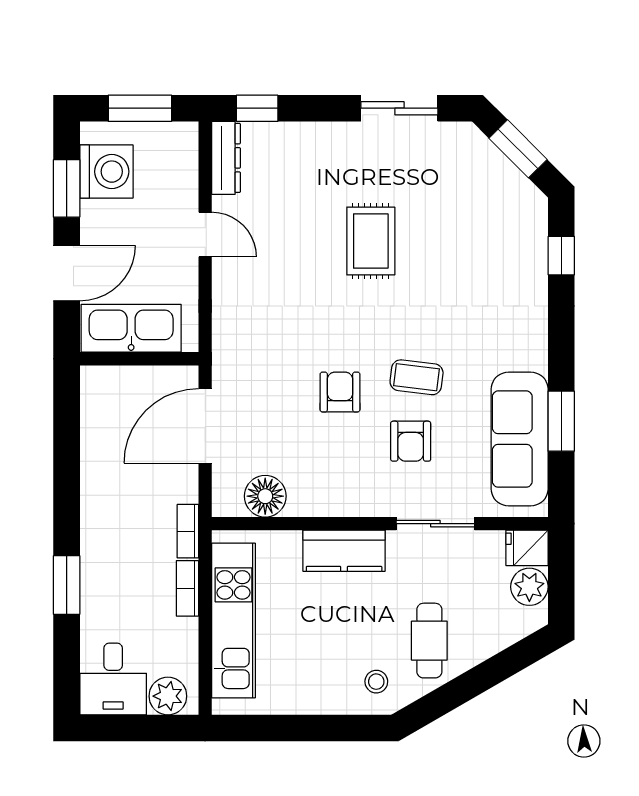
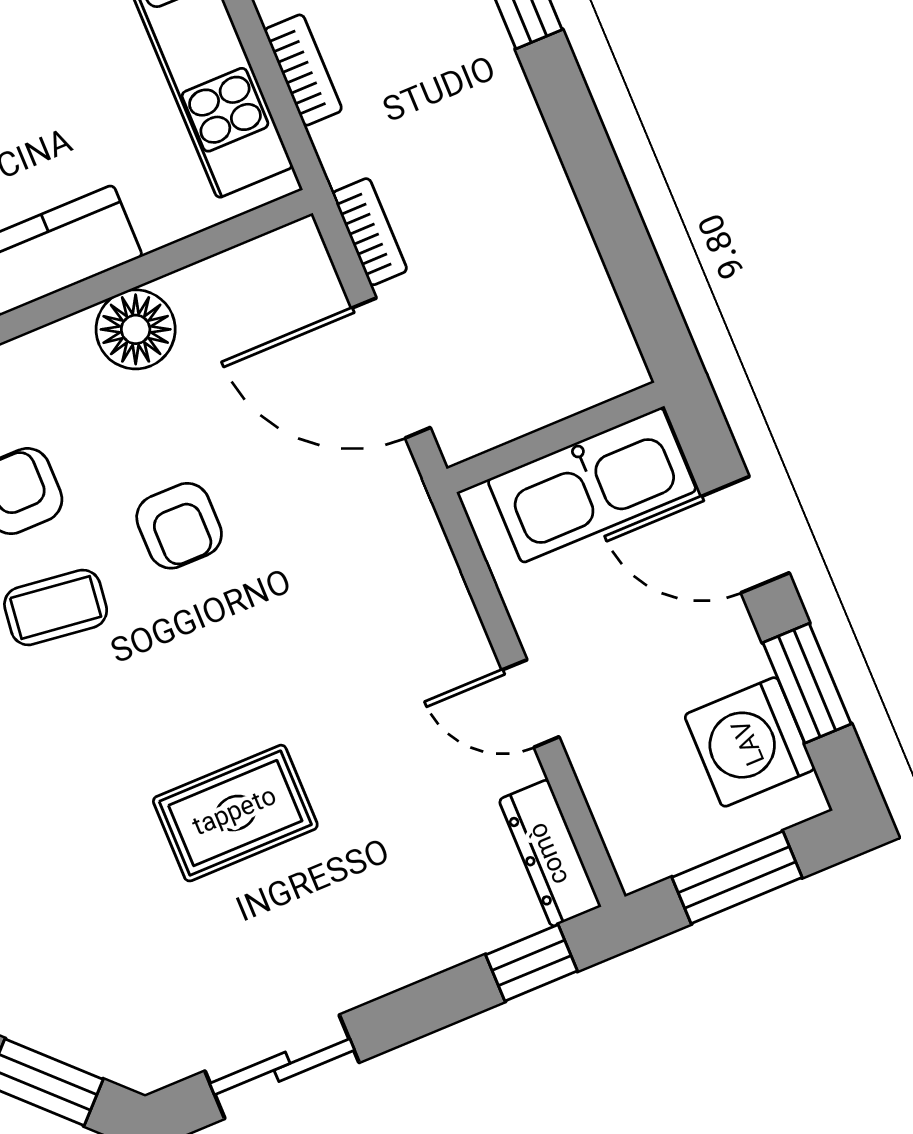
rug: (371, 241) -> (235, 813), turned 90
door: (67, 273) -> (745, 535), hinge flipped
door: (205, 426) -> (391, 368), swing flipped
floor lamp: (265, 496) -> (136, 329), moved
bookcase: (188, 531) -> (370, 232), moved

